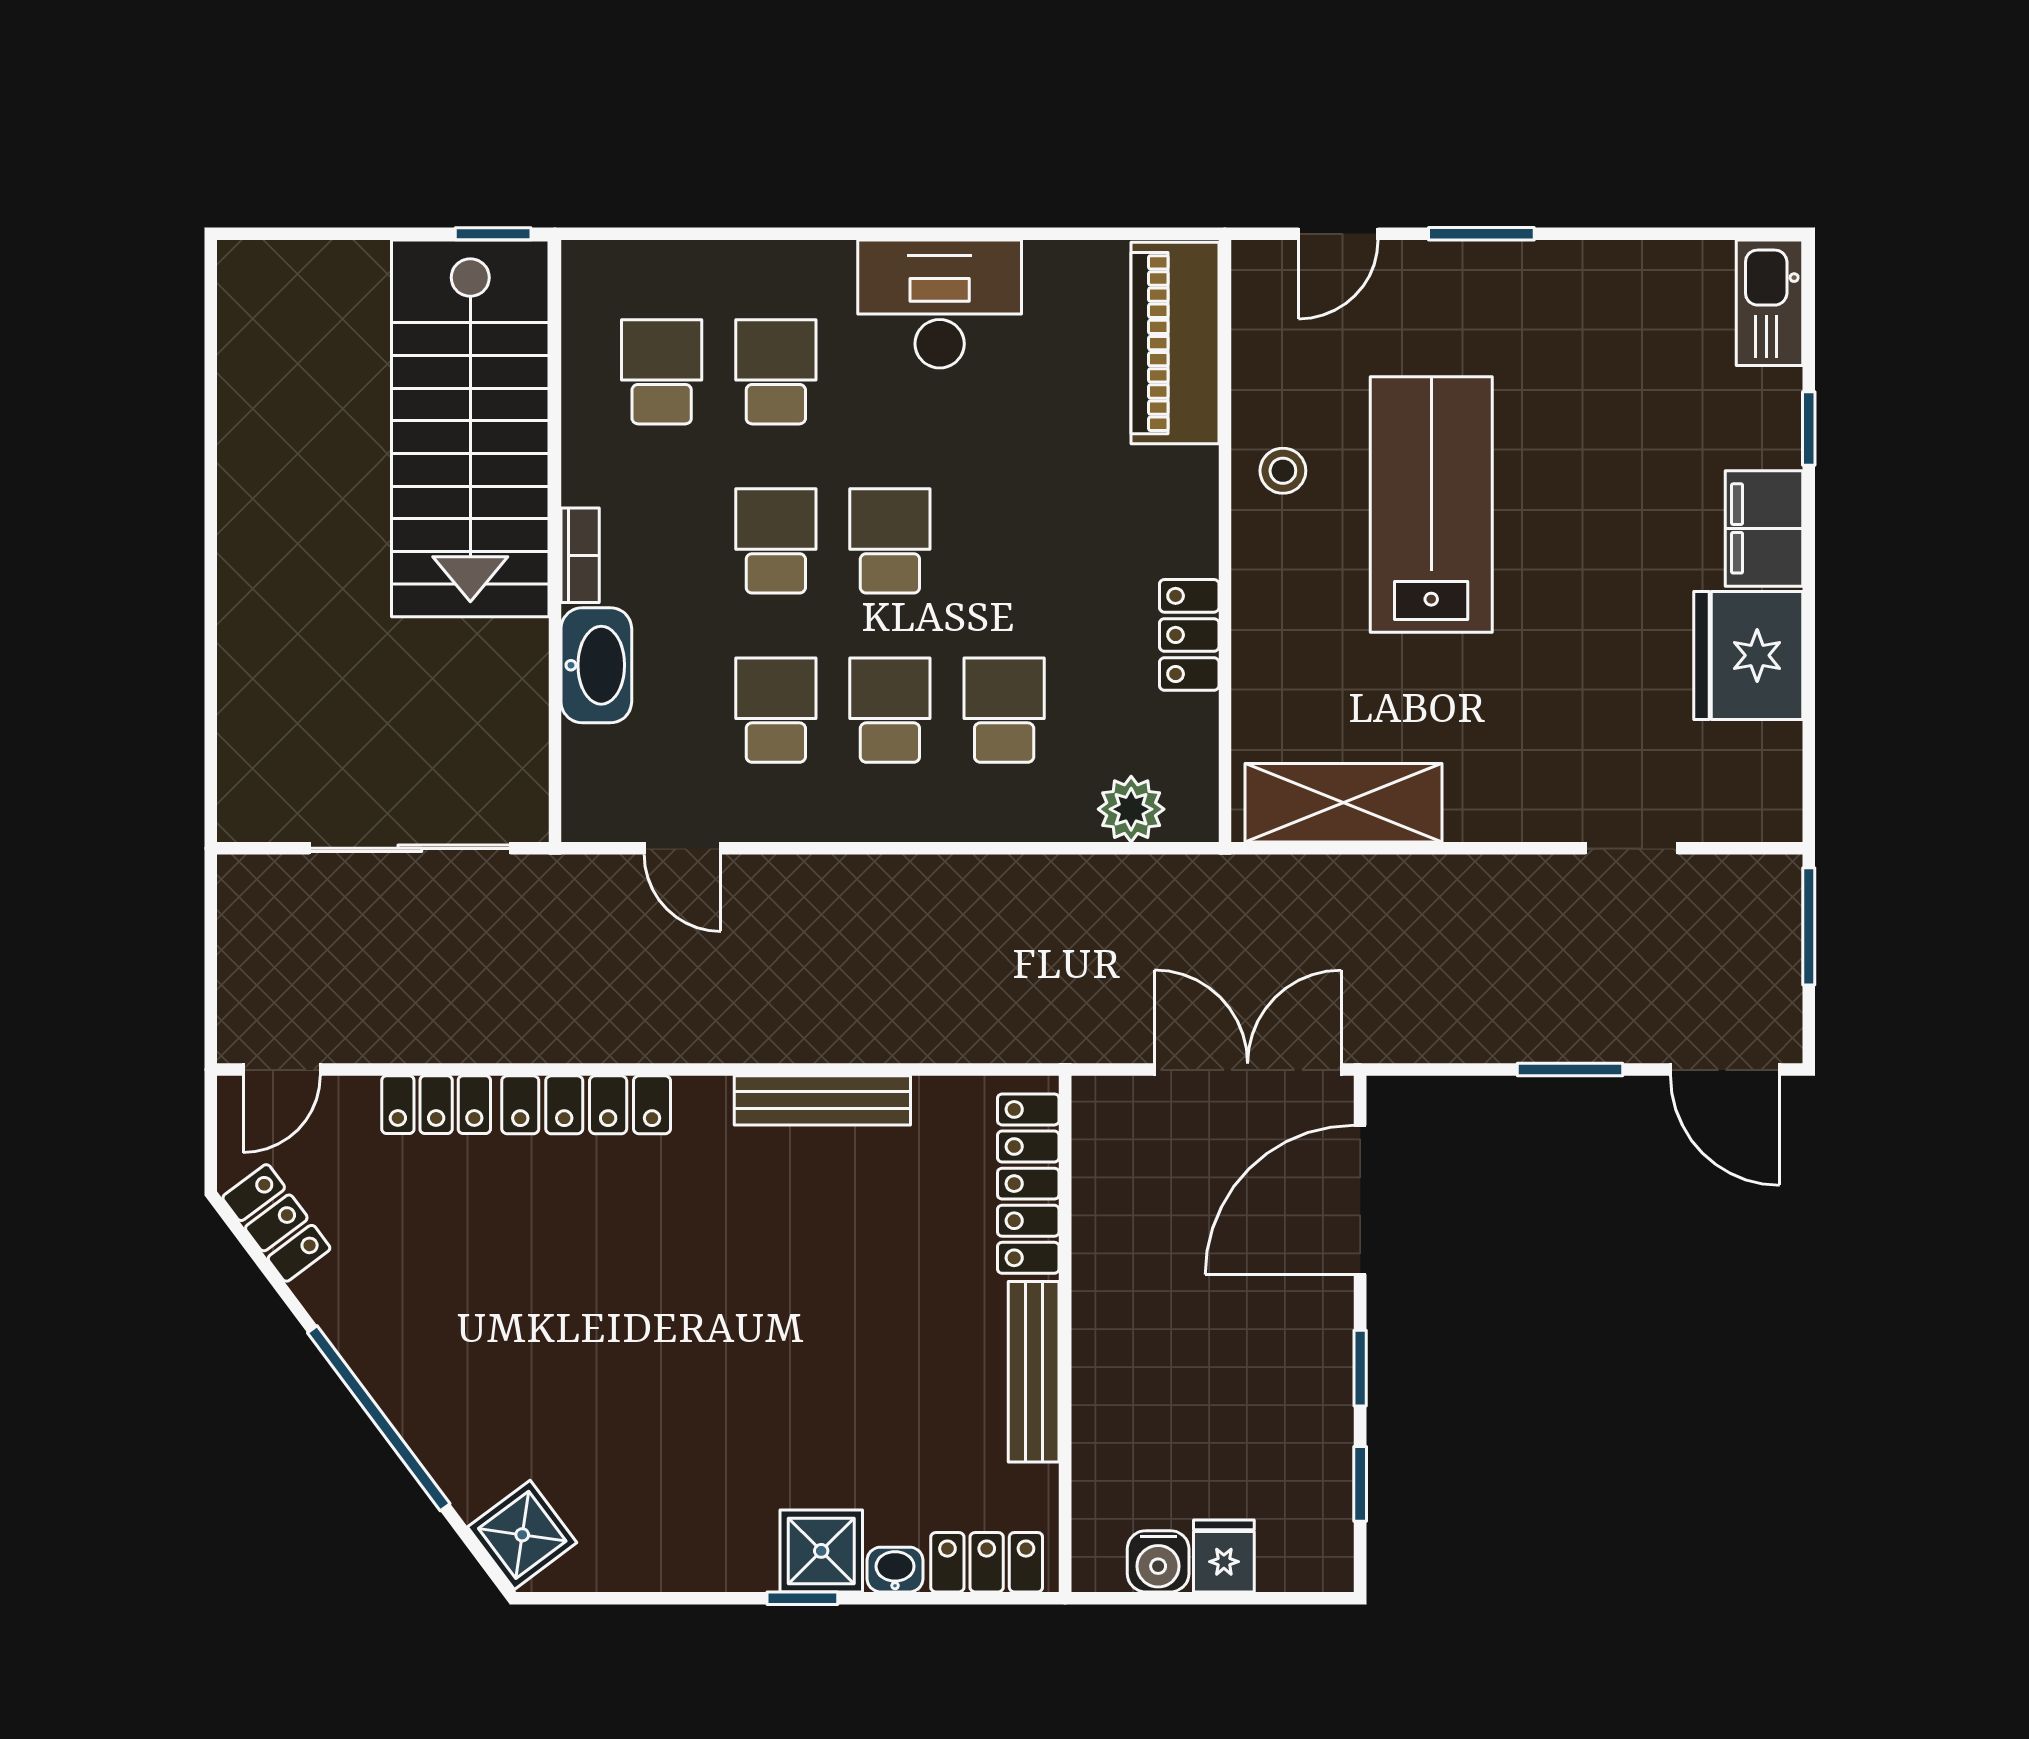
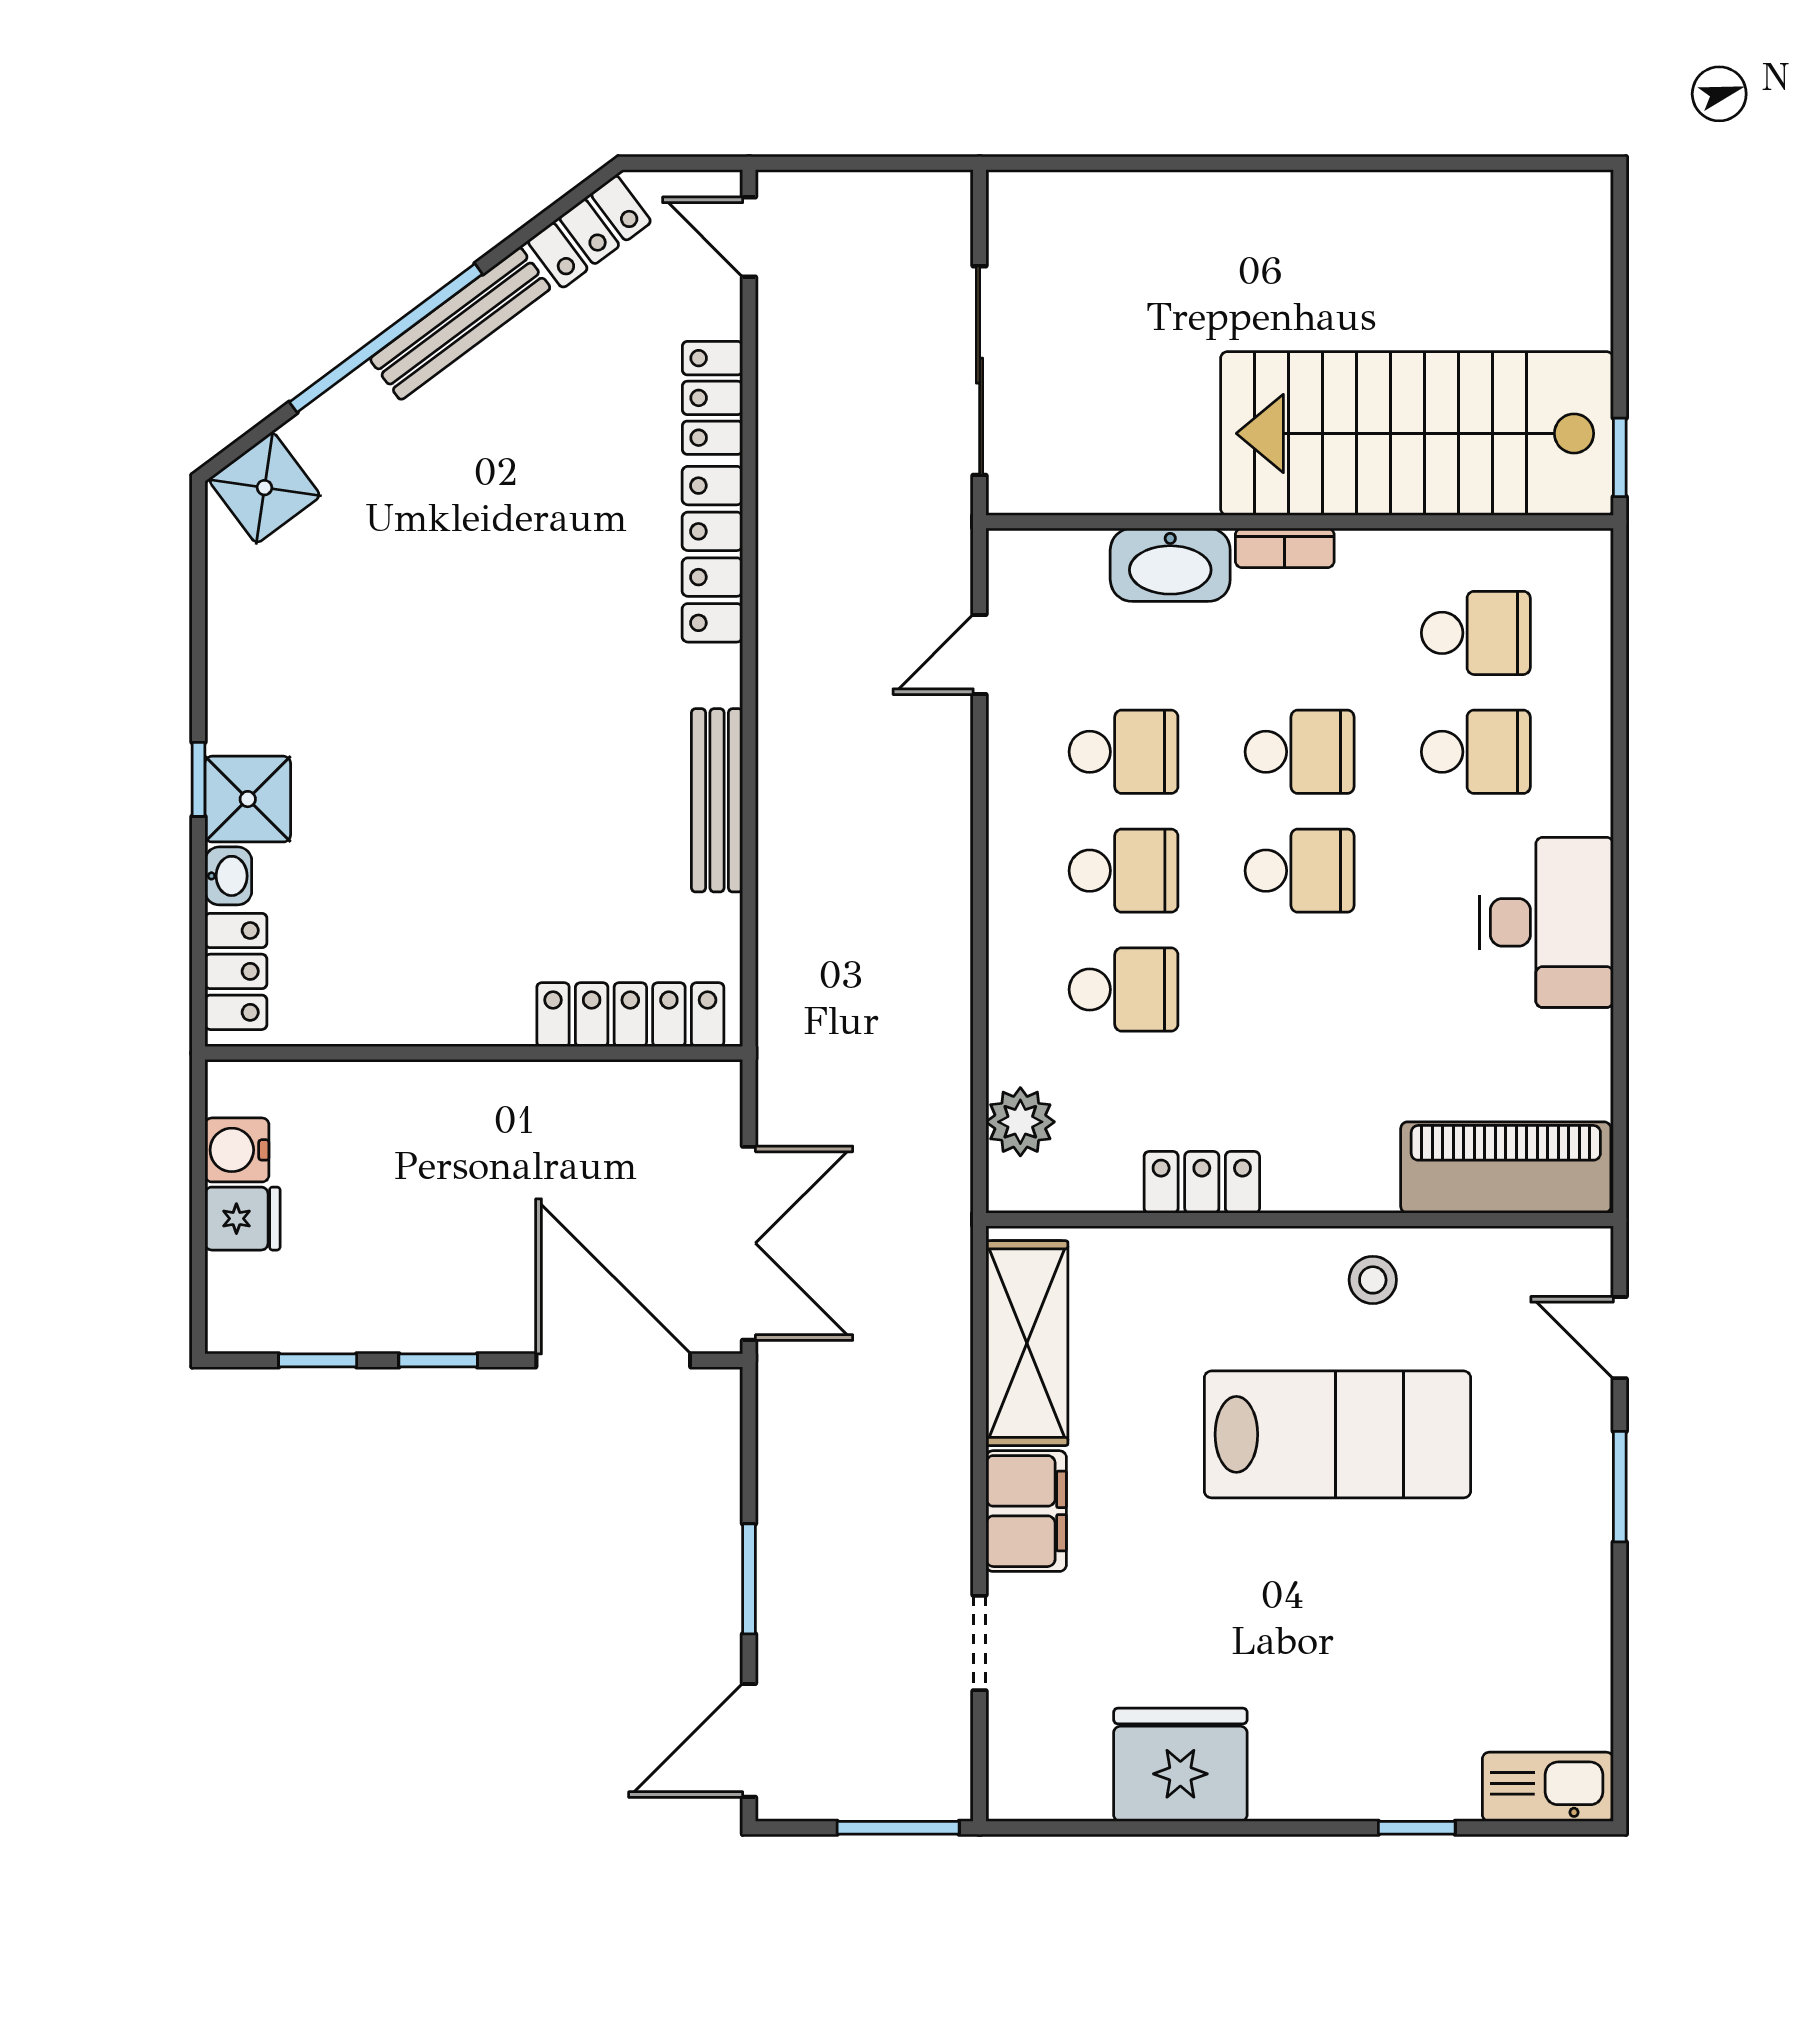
filing cabinet: (1764, 528) -> (1026, 1511), moved, turned 90
bench: (1034, 1372) -> (460, 324), moved, turned -37

